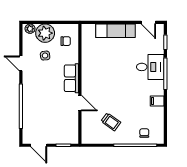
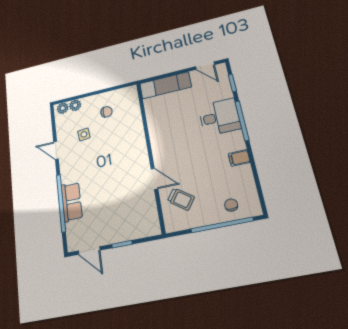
plant: (45, 33) -> (75, 105), width x0.53, depth x0.53
row of seats: (71, 78) -> (72, 202), moved, turned 180
wall: (80, 84) -> (150, 154), moved
door: (80, 103) -> (154, 179), moved

